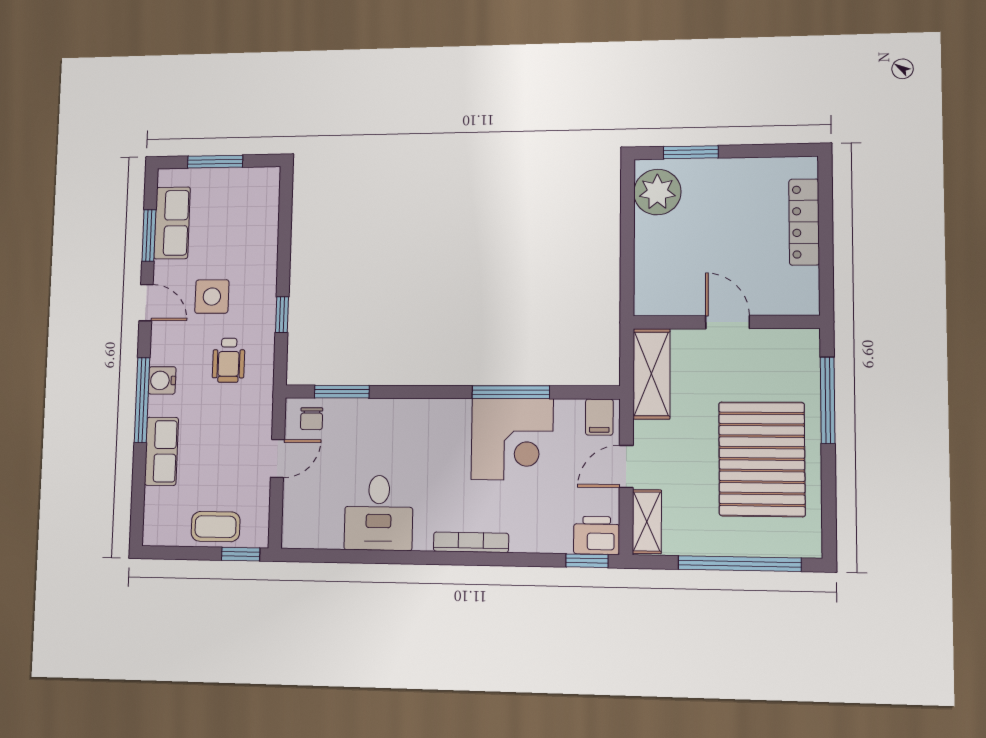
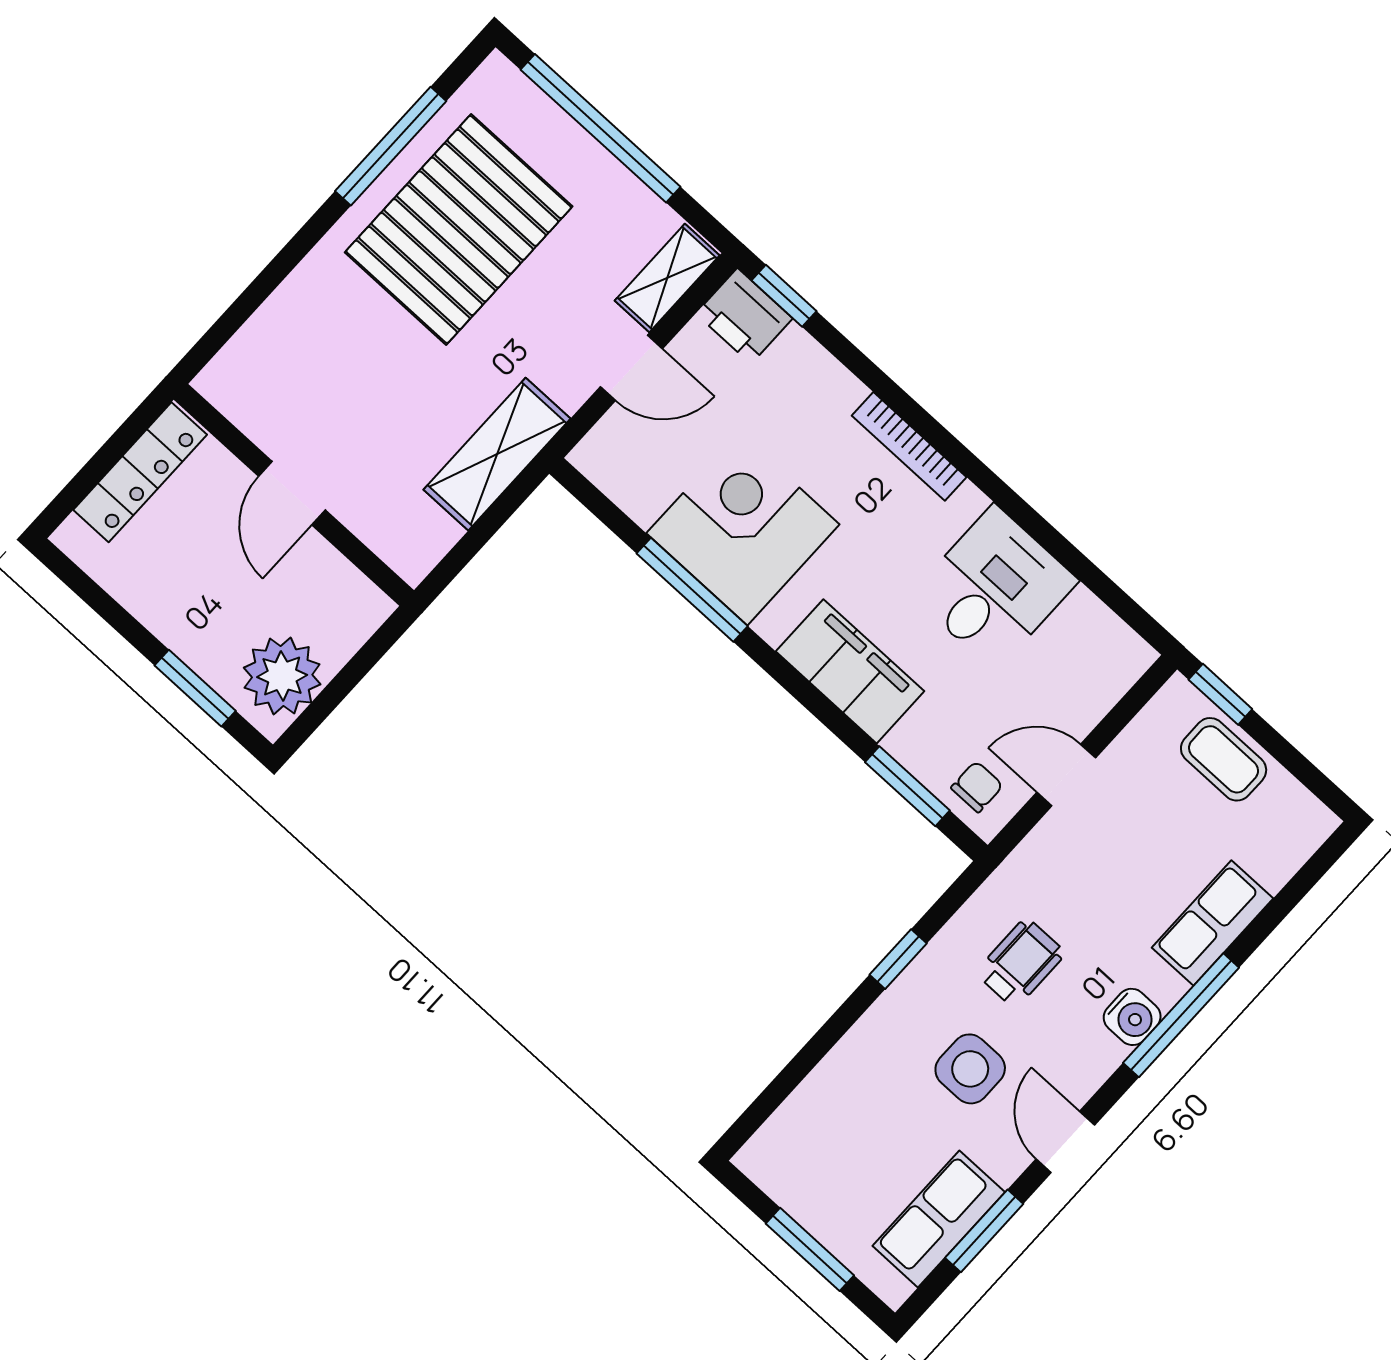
wall: (726, 322) -> (294, 495), moved
door: (727, 322) -> (292, 493), moved
window: (828, 400) -> (391, 146), moved
filing cabinet: (599, 417) -> (850, 671), moved, width x3.00, depth x1.17

